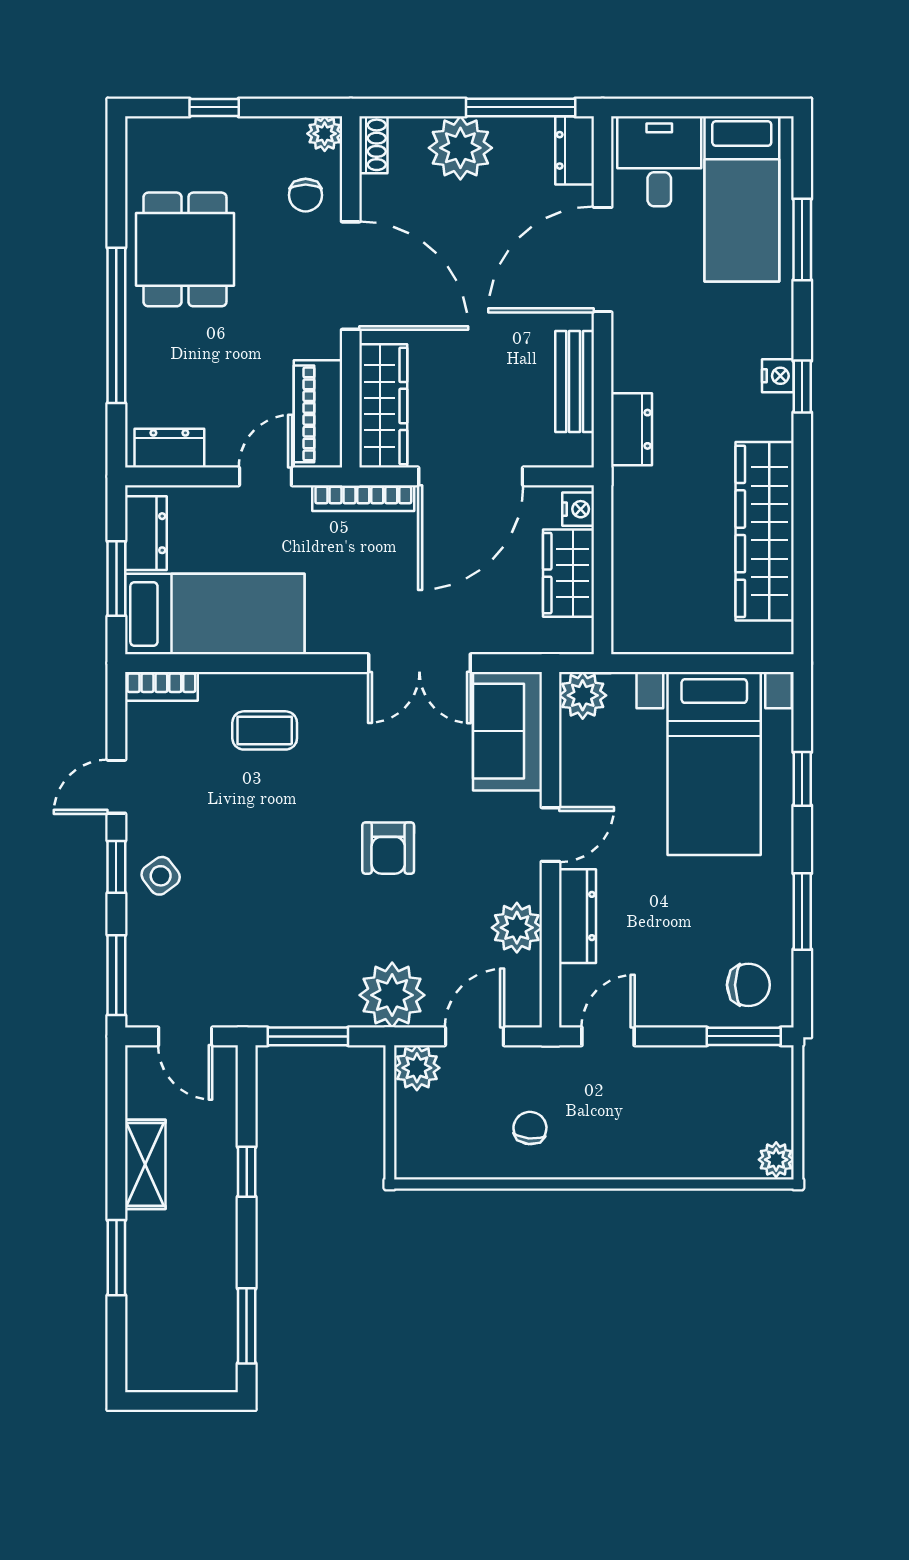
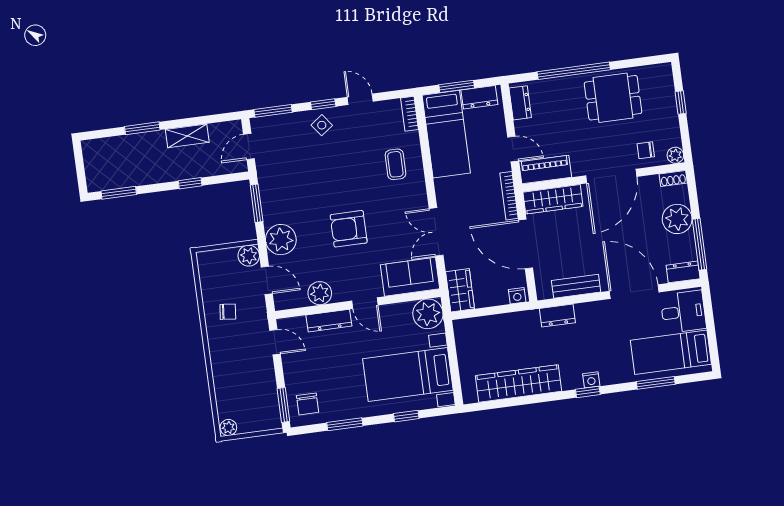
wardrobe: (569, 573) -> (460, 290), moved, turned 90
plant: (583, 695) -> (428, 314), width x1.36, depth x1.36
armchair: (388, 848) -> (349, 229), width x1.38, depth x1.38

